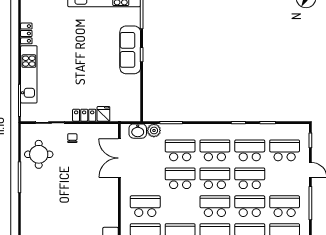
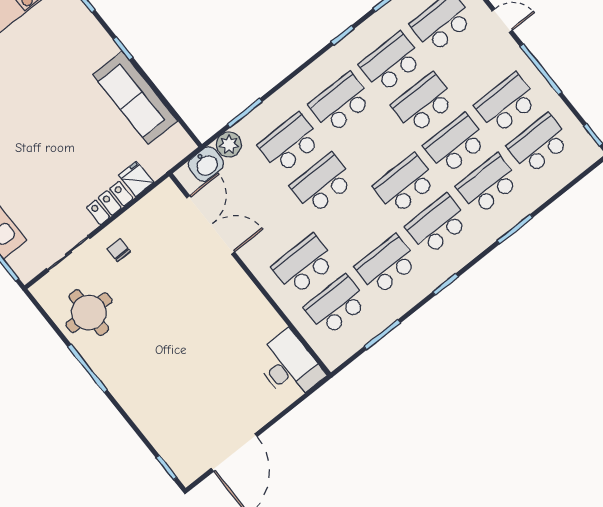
sofa: (130, 50) -> (135, 98), moved
double door: (119, 158) -> (211, 225), swing flipped
school desk: (215, 178) -> (373, 143), removed

